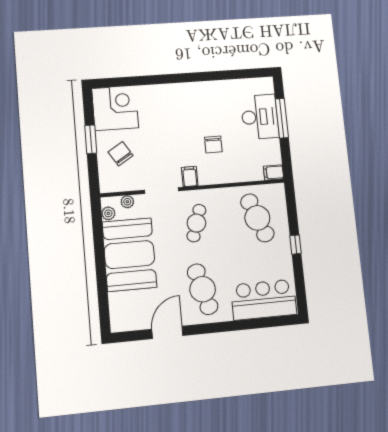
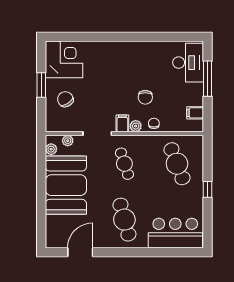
desk: (260, 117) -> (188, 63), moved
filing cabinet: (274, 172) -> (195, 113), moved
chair: (226, 174) -> (154, 123), added
plant: (205, 178) -> (136, 126), added
cafe table: (196, 223) -> (124, 164), turned -36
door: (167, 332) -> (80, 252), moved

